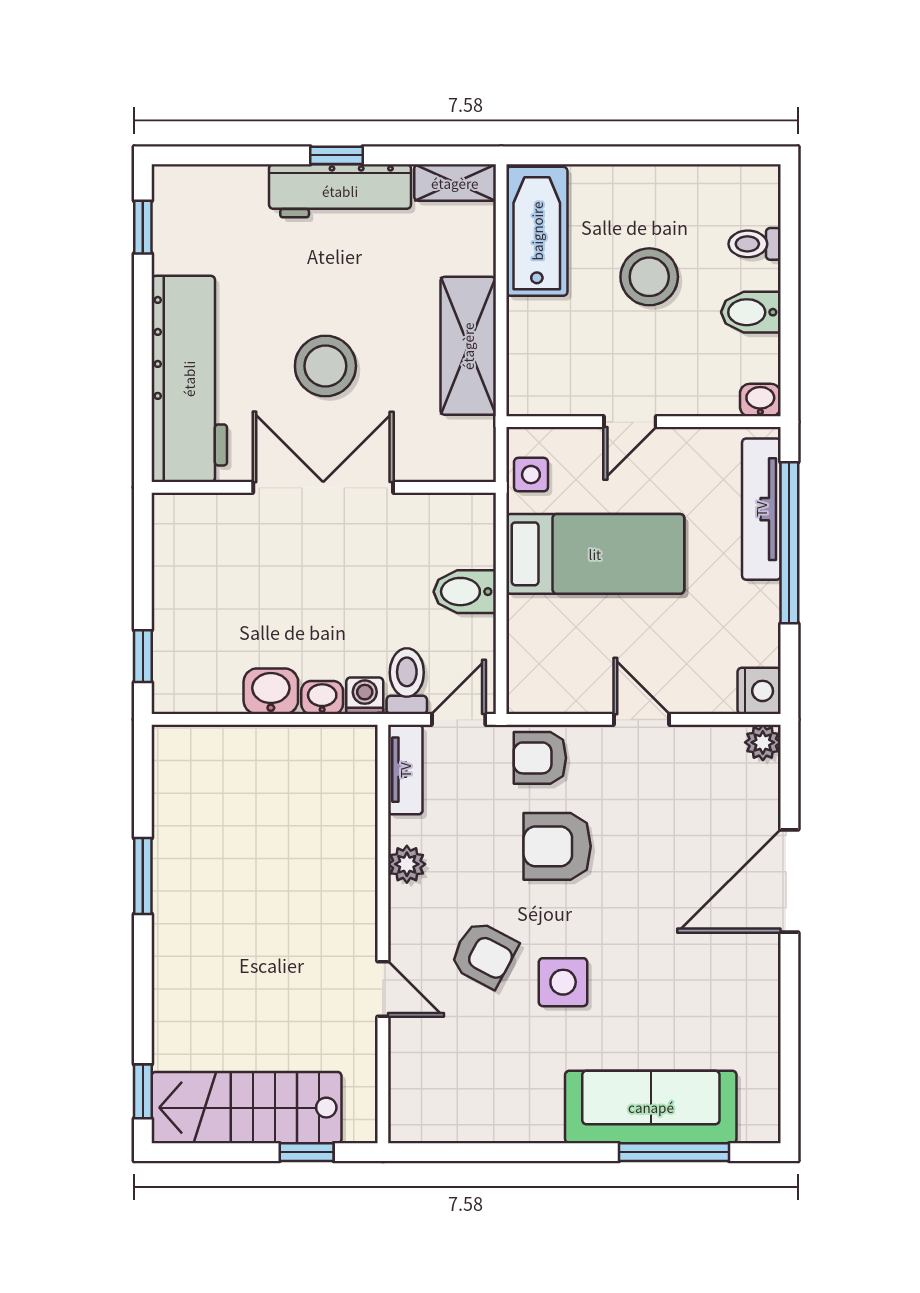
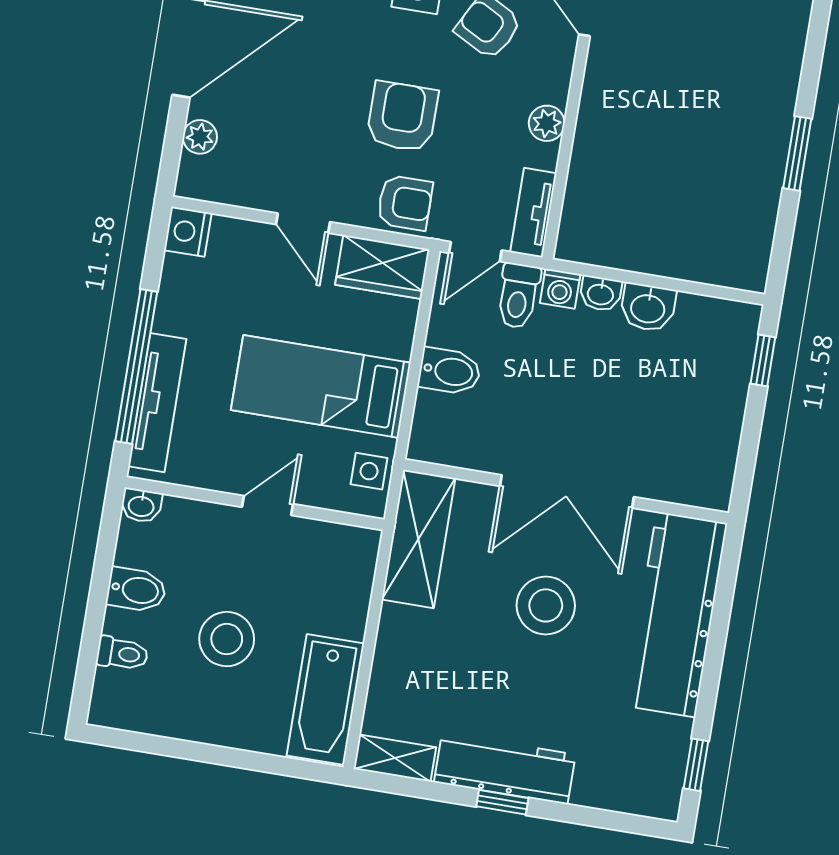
shelving: (468, 346) -> (418, 539), moved
wardrobe: (552, 688) -> (382, 267), added
plant: (763, 742) -> (200, 137), moved
armchair: (557, 846) -> (402, 117), turned -90

